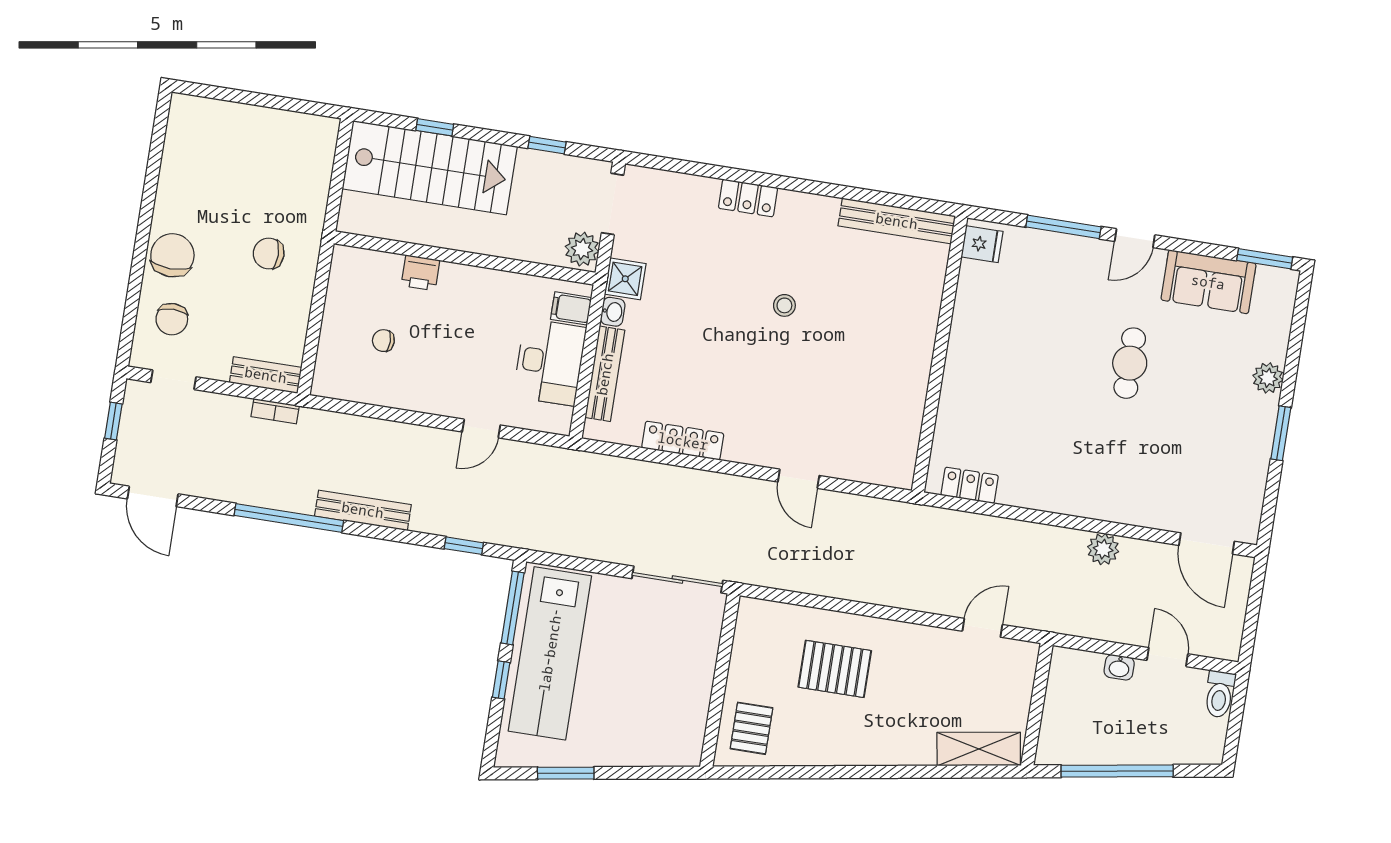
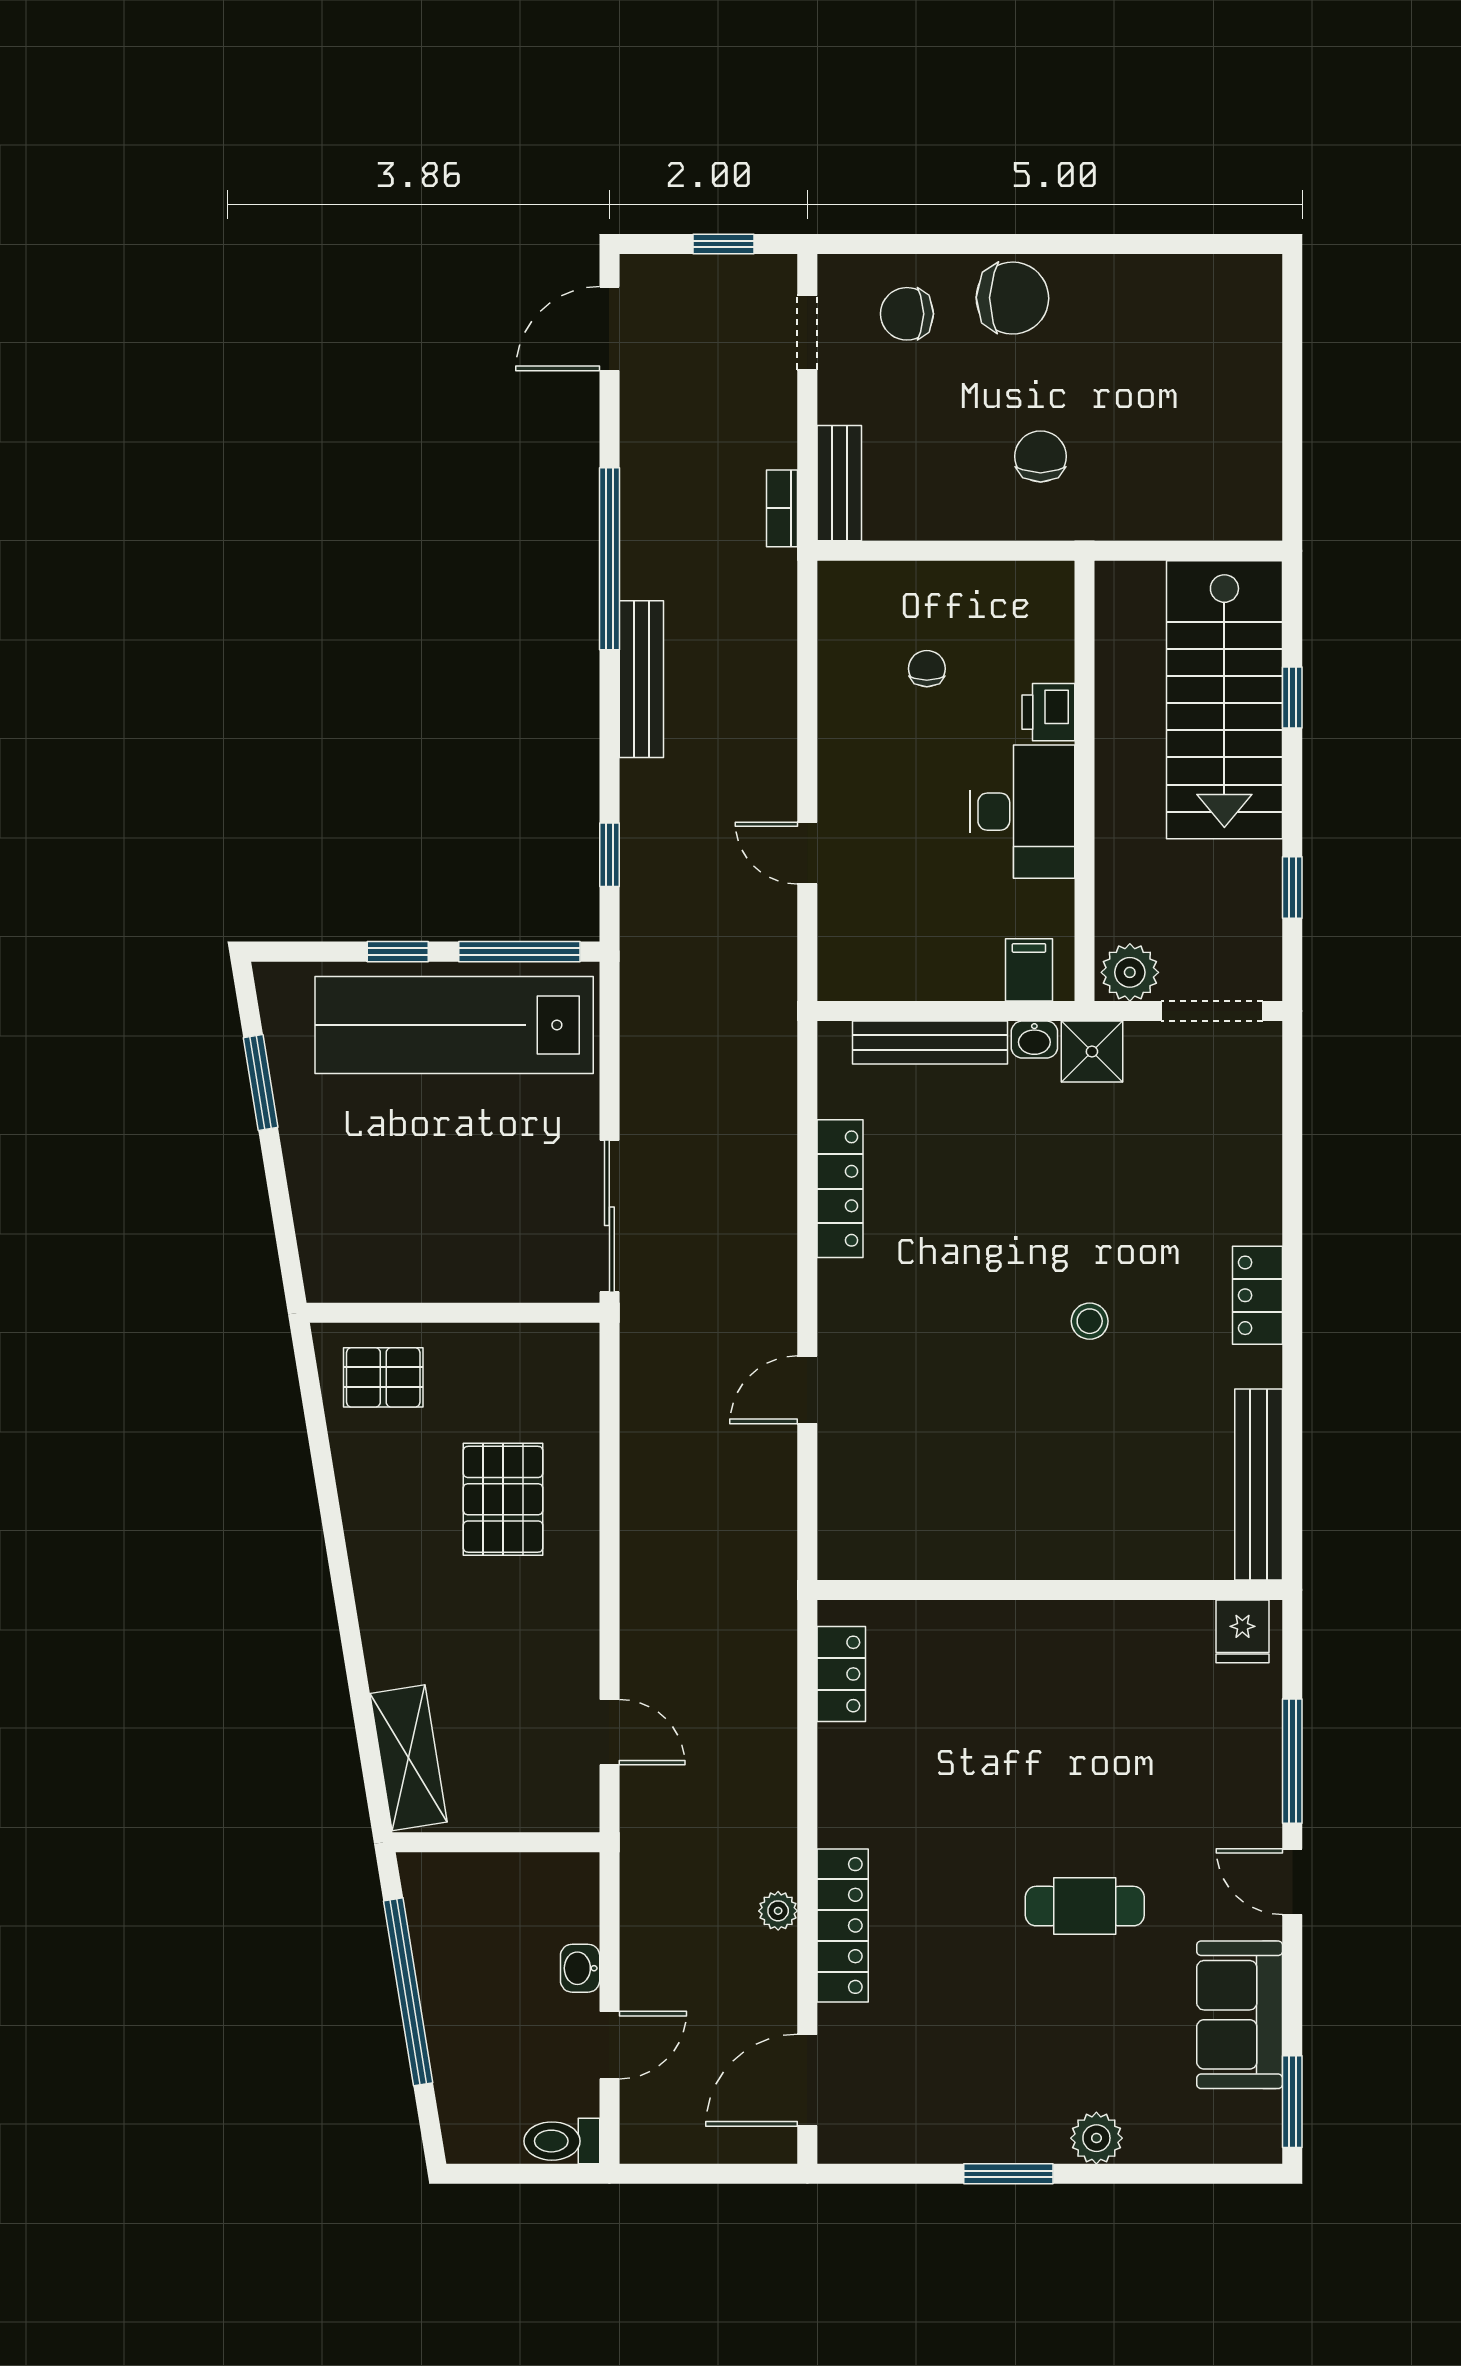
locker: (748, 198) -> (1258, 1295), moved
desk: (550, 362) -> (1022, 812), moved, turned -90
locker: (1119, 508) -> (843, 1926), added
plant: (1103, 549) -> (778, 1911), width x0.73, depth x0.73

